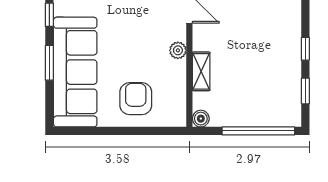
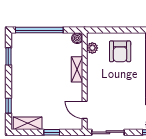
window: (305, 49) -> (8, 106), moved
plant: (178, 50) -> (92, 48), moved

